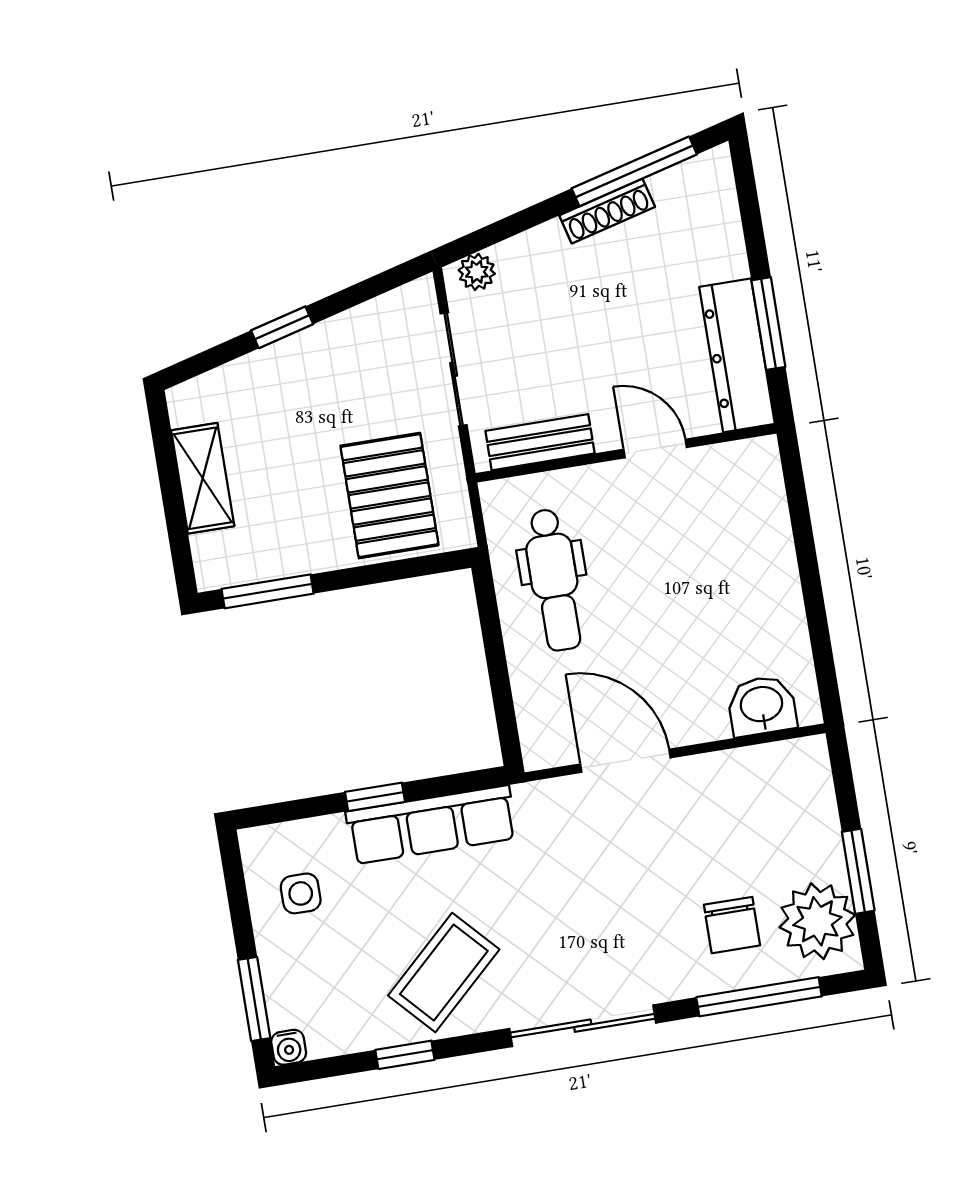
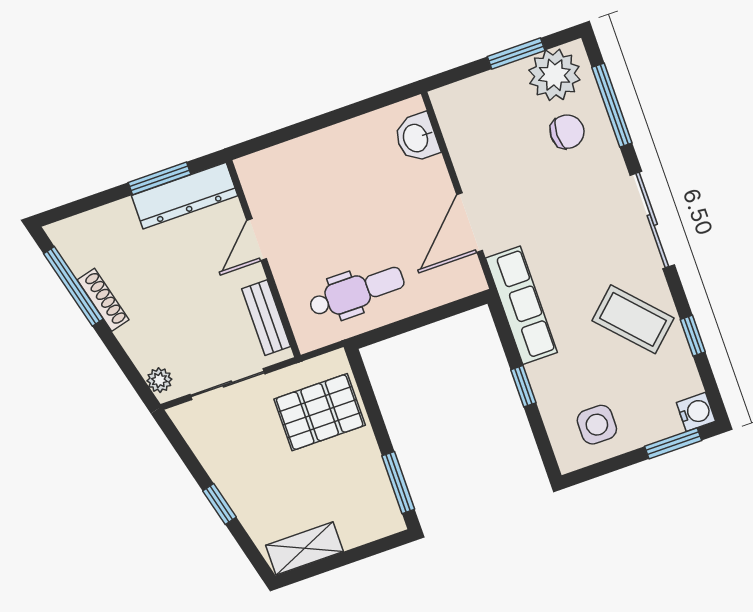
shelving: (203, 478) -> (305, 548), moved
row of seats: (431, 825) -> (521, 305), moved
side table: (301, 893) -> (597, 425), width x1.37, depth x1.37
water cooler: (289, 1047) -> (696, 412), width x1.38, depth x1.38

